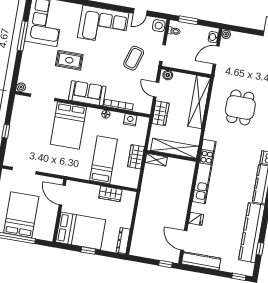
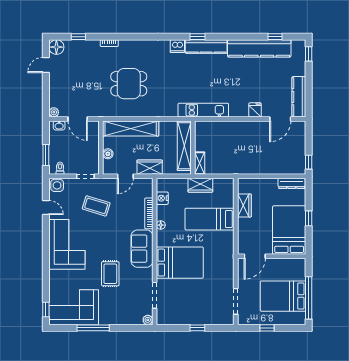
boiler: (168, 75) -> (108, 154), moved
kitchen unit: (204, 171) -> (203, 110), width x0.73
window: (165, 264) -> (309, 162), moved

